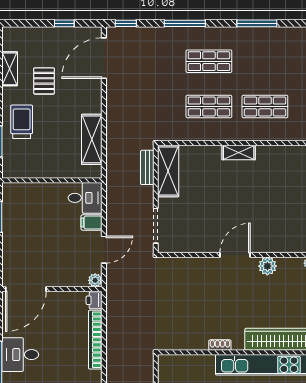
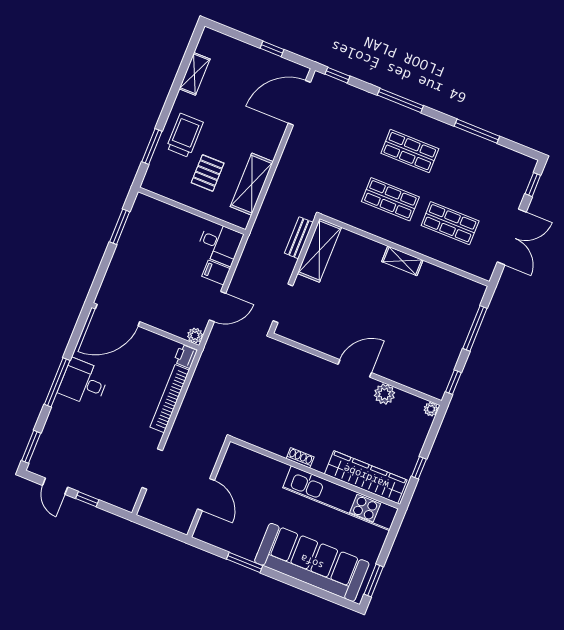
pallet: (44, 81) -> (208, 173), moved

